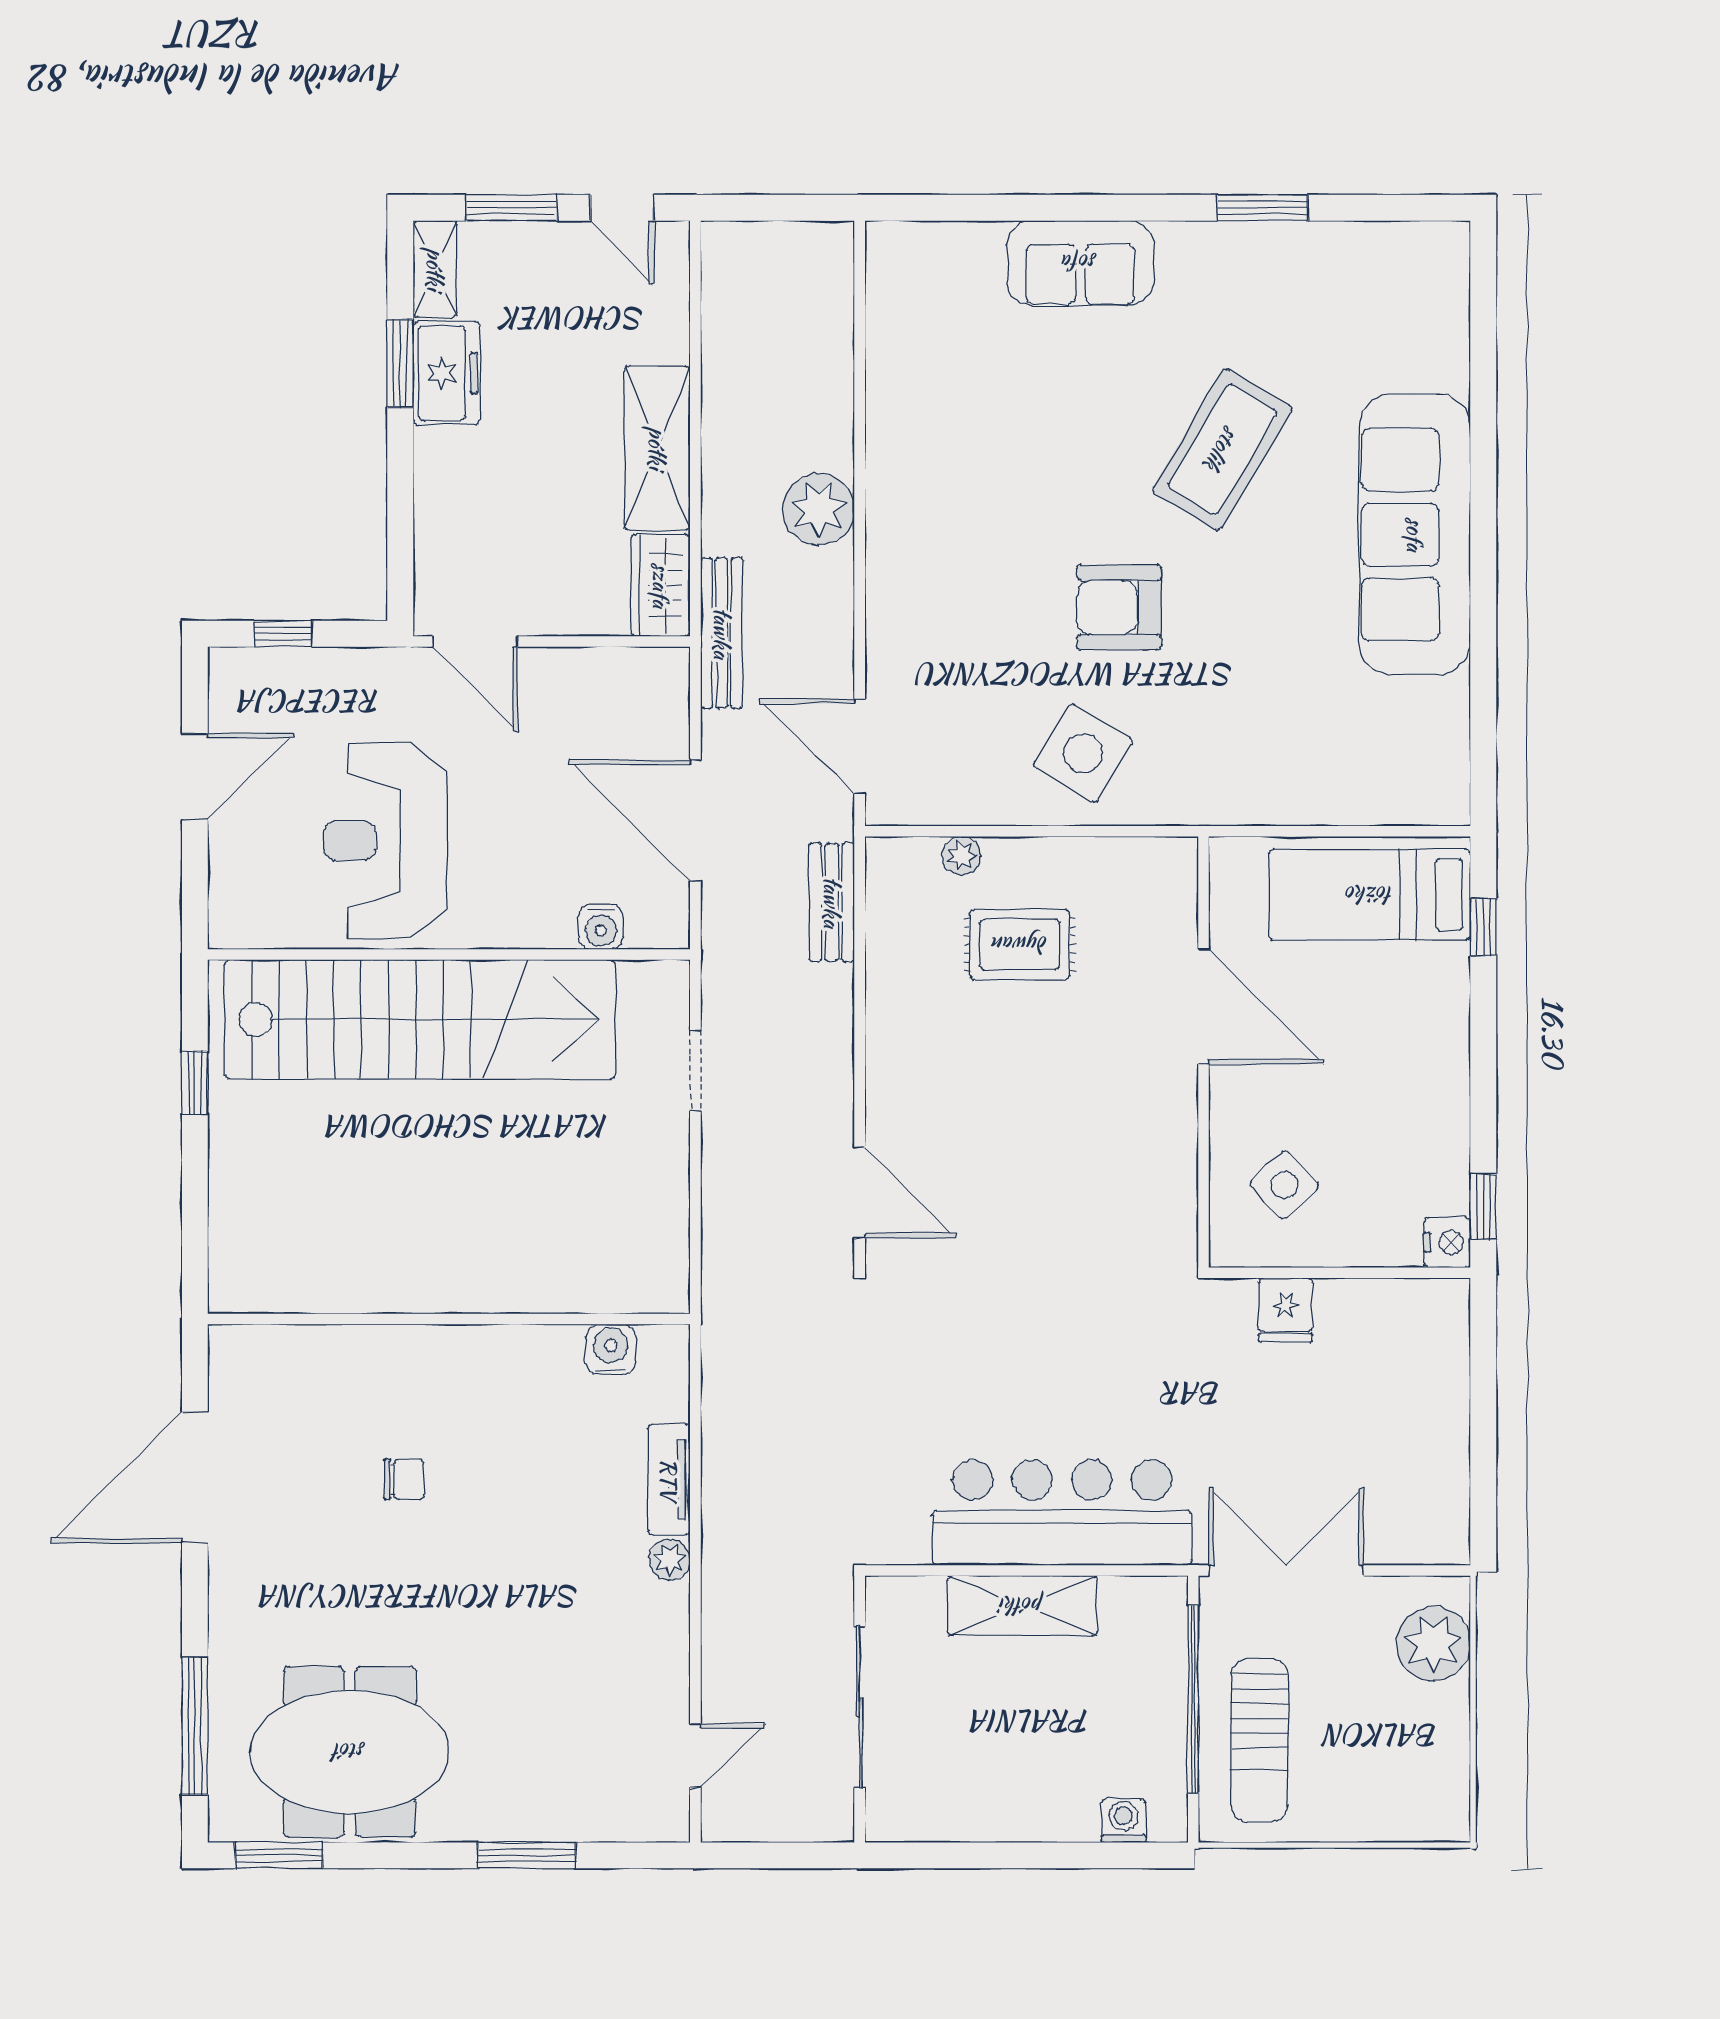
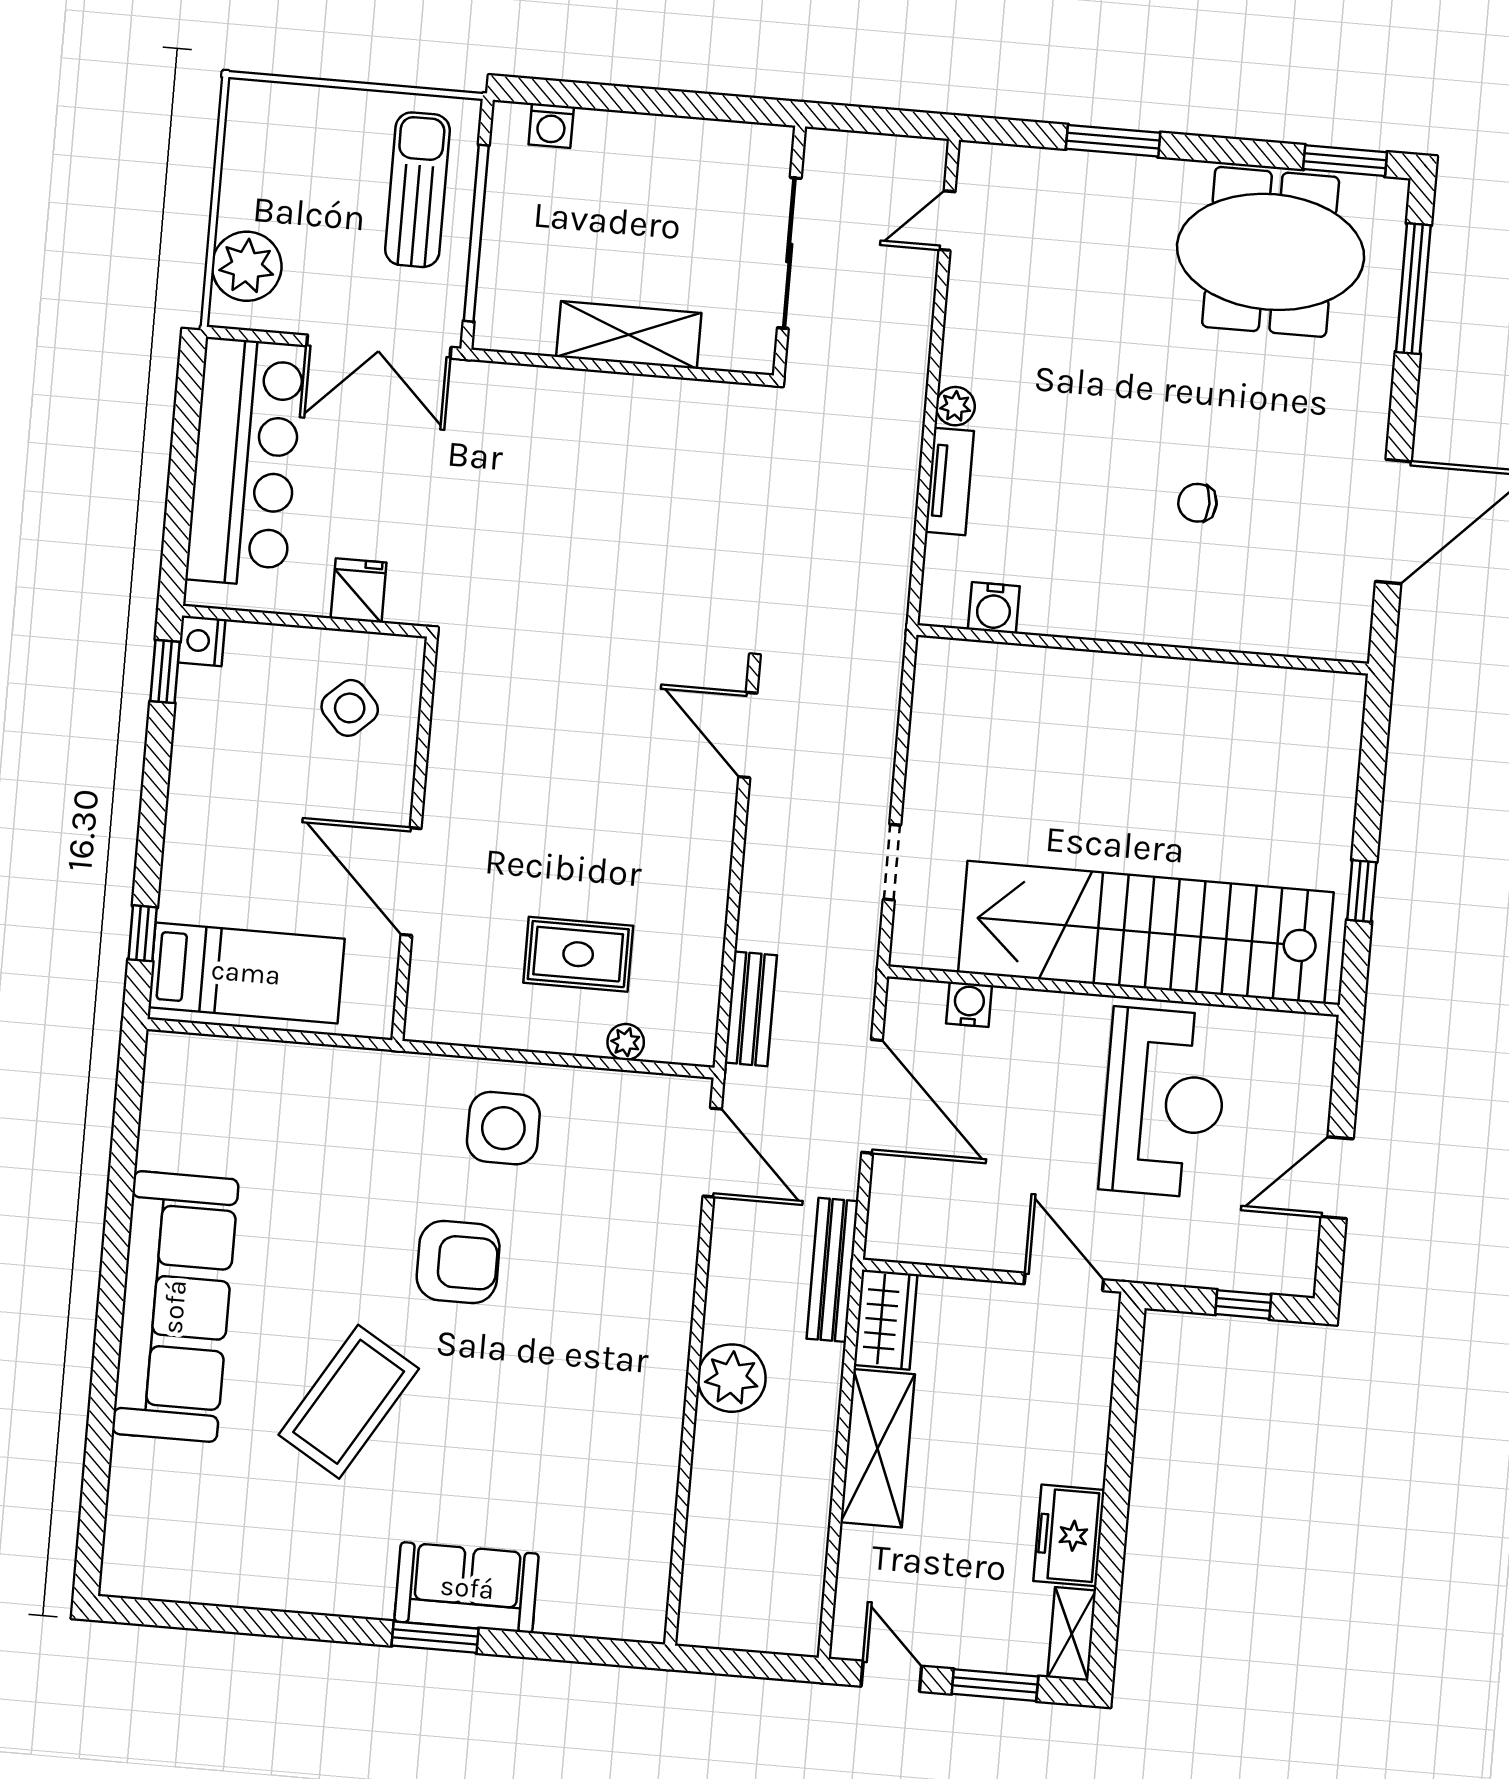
window: (1262, 208) -> (435, 1637), moved
window: (400, 363) -> (1112, 1548), removed
side table: (1083, 753) -> (503, 1128), turned -31
bar counter: (1062, 1513) -> (245, 462), moved, turned -90

